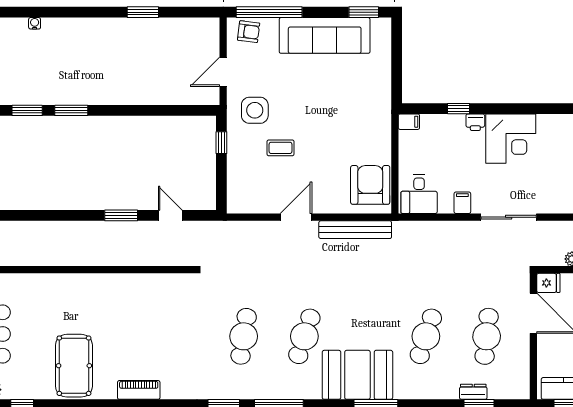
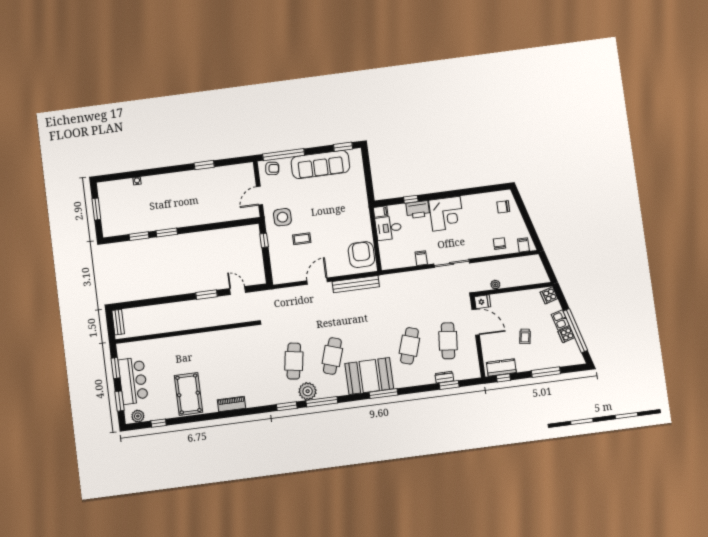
printer: (475, 122) -> (418, 210), width x1.87, depth x1.48
desk: (419, 194) -> (389, 228), moved, turned 90
plant: (259, 386) -> (308, 391), added

